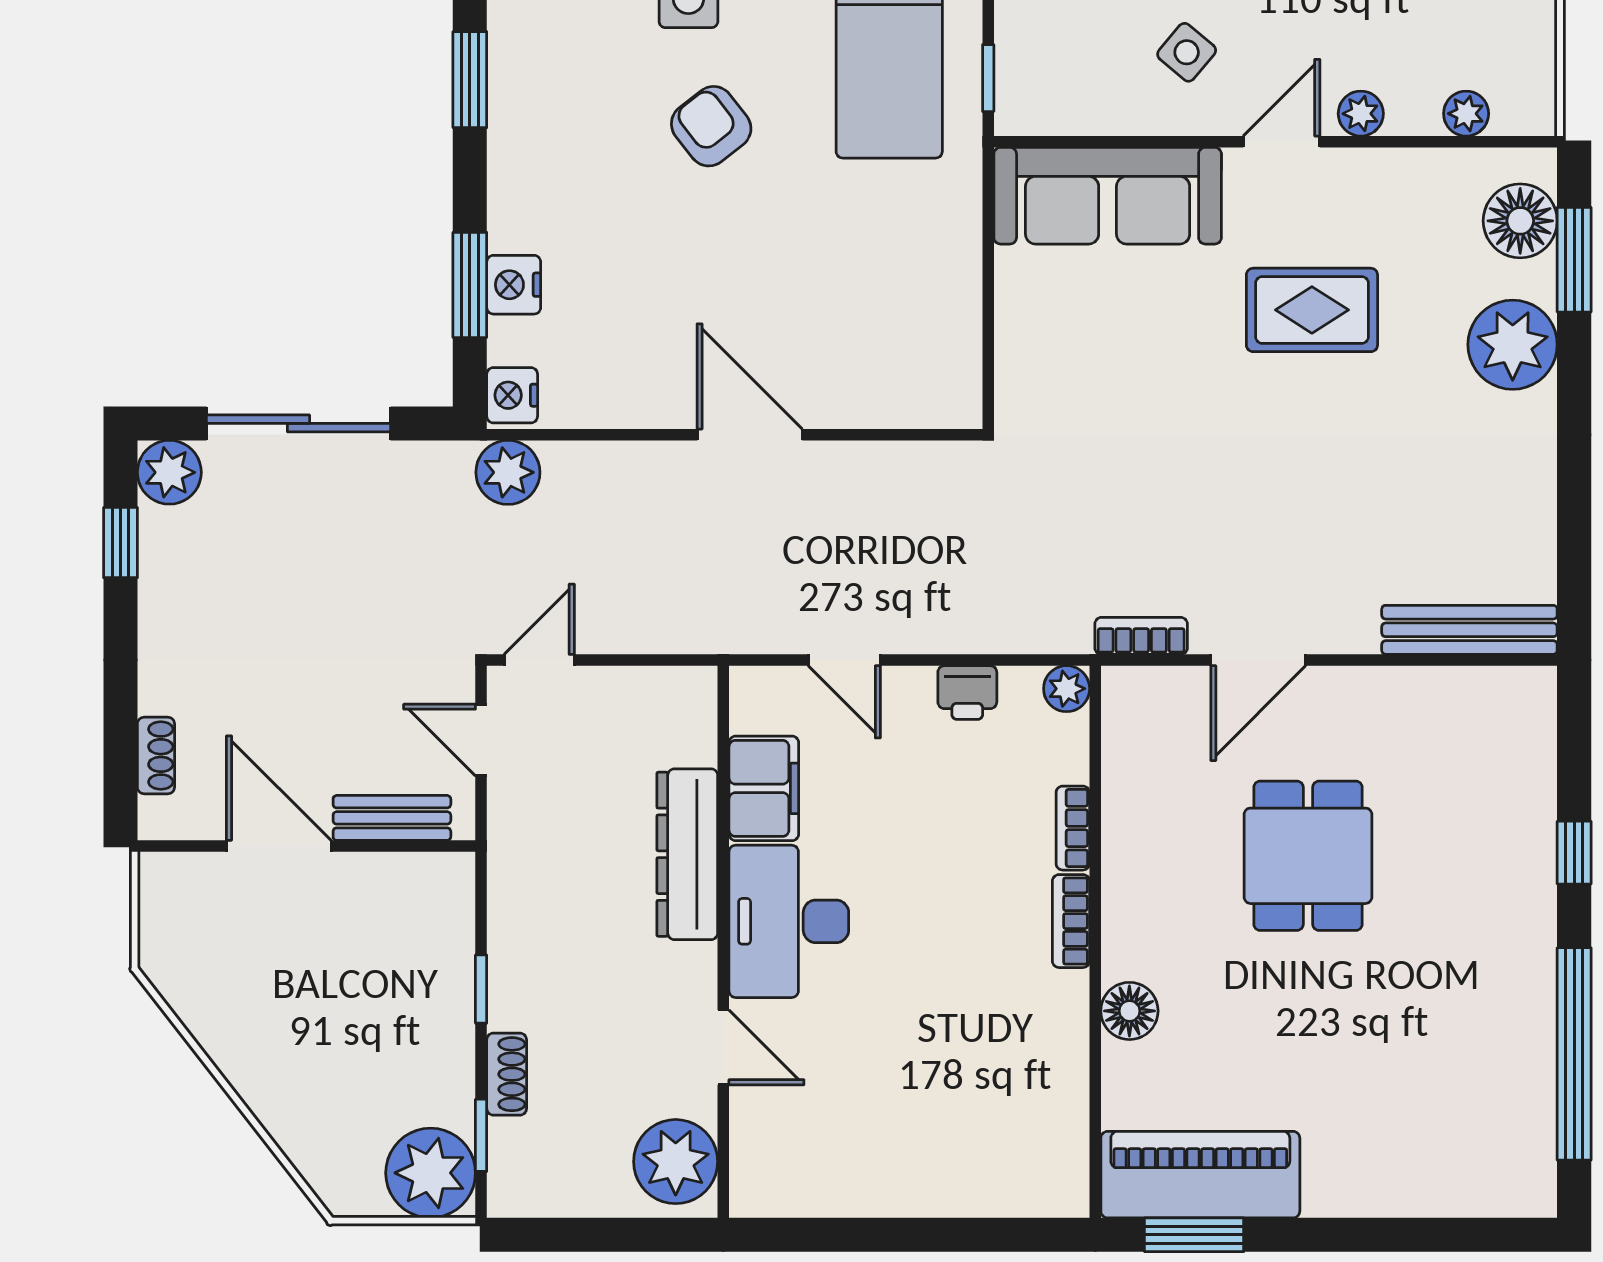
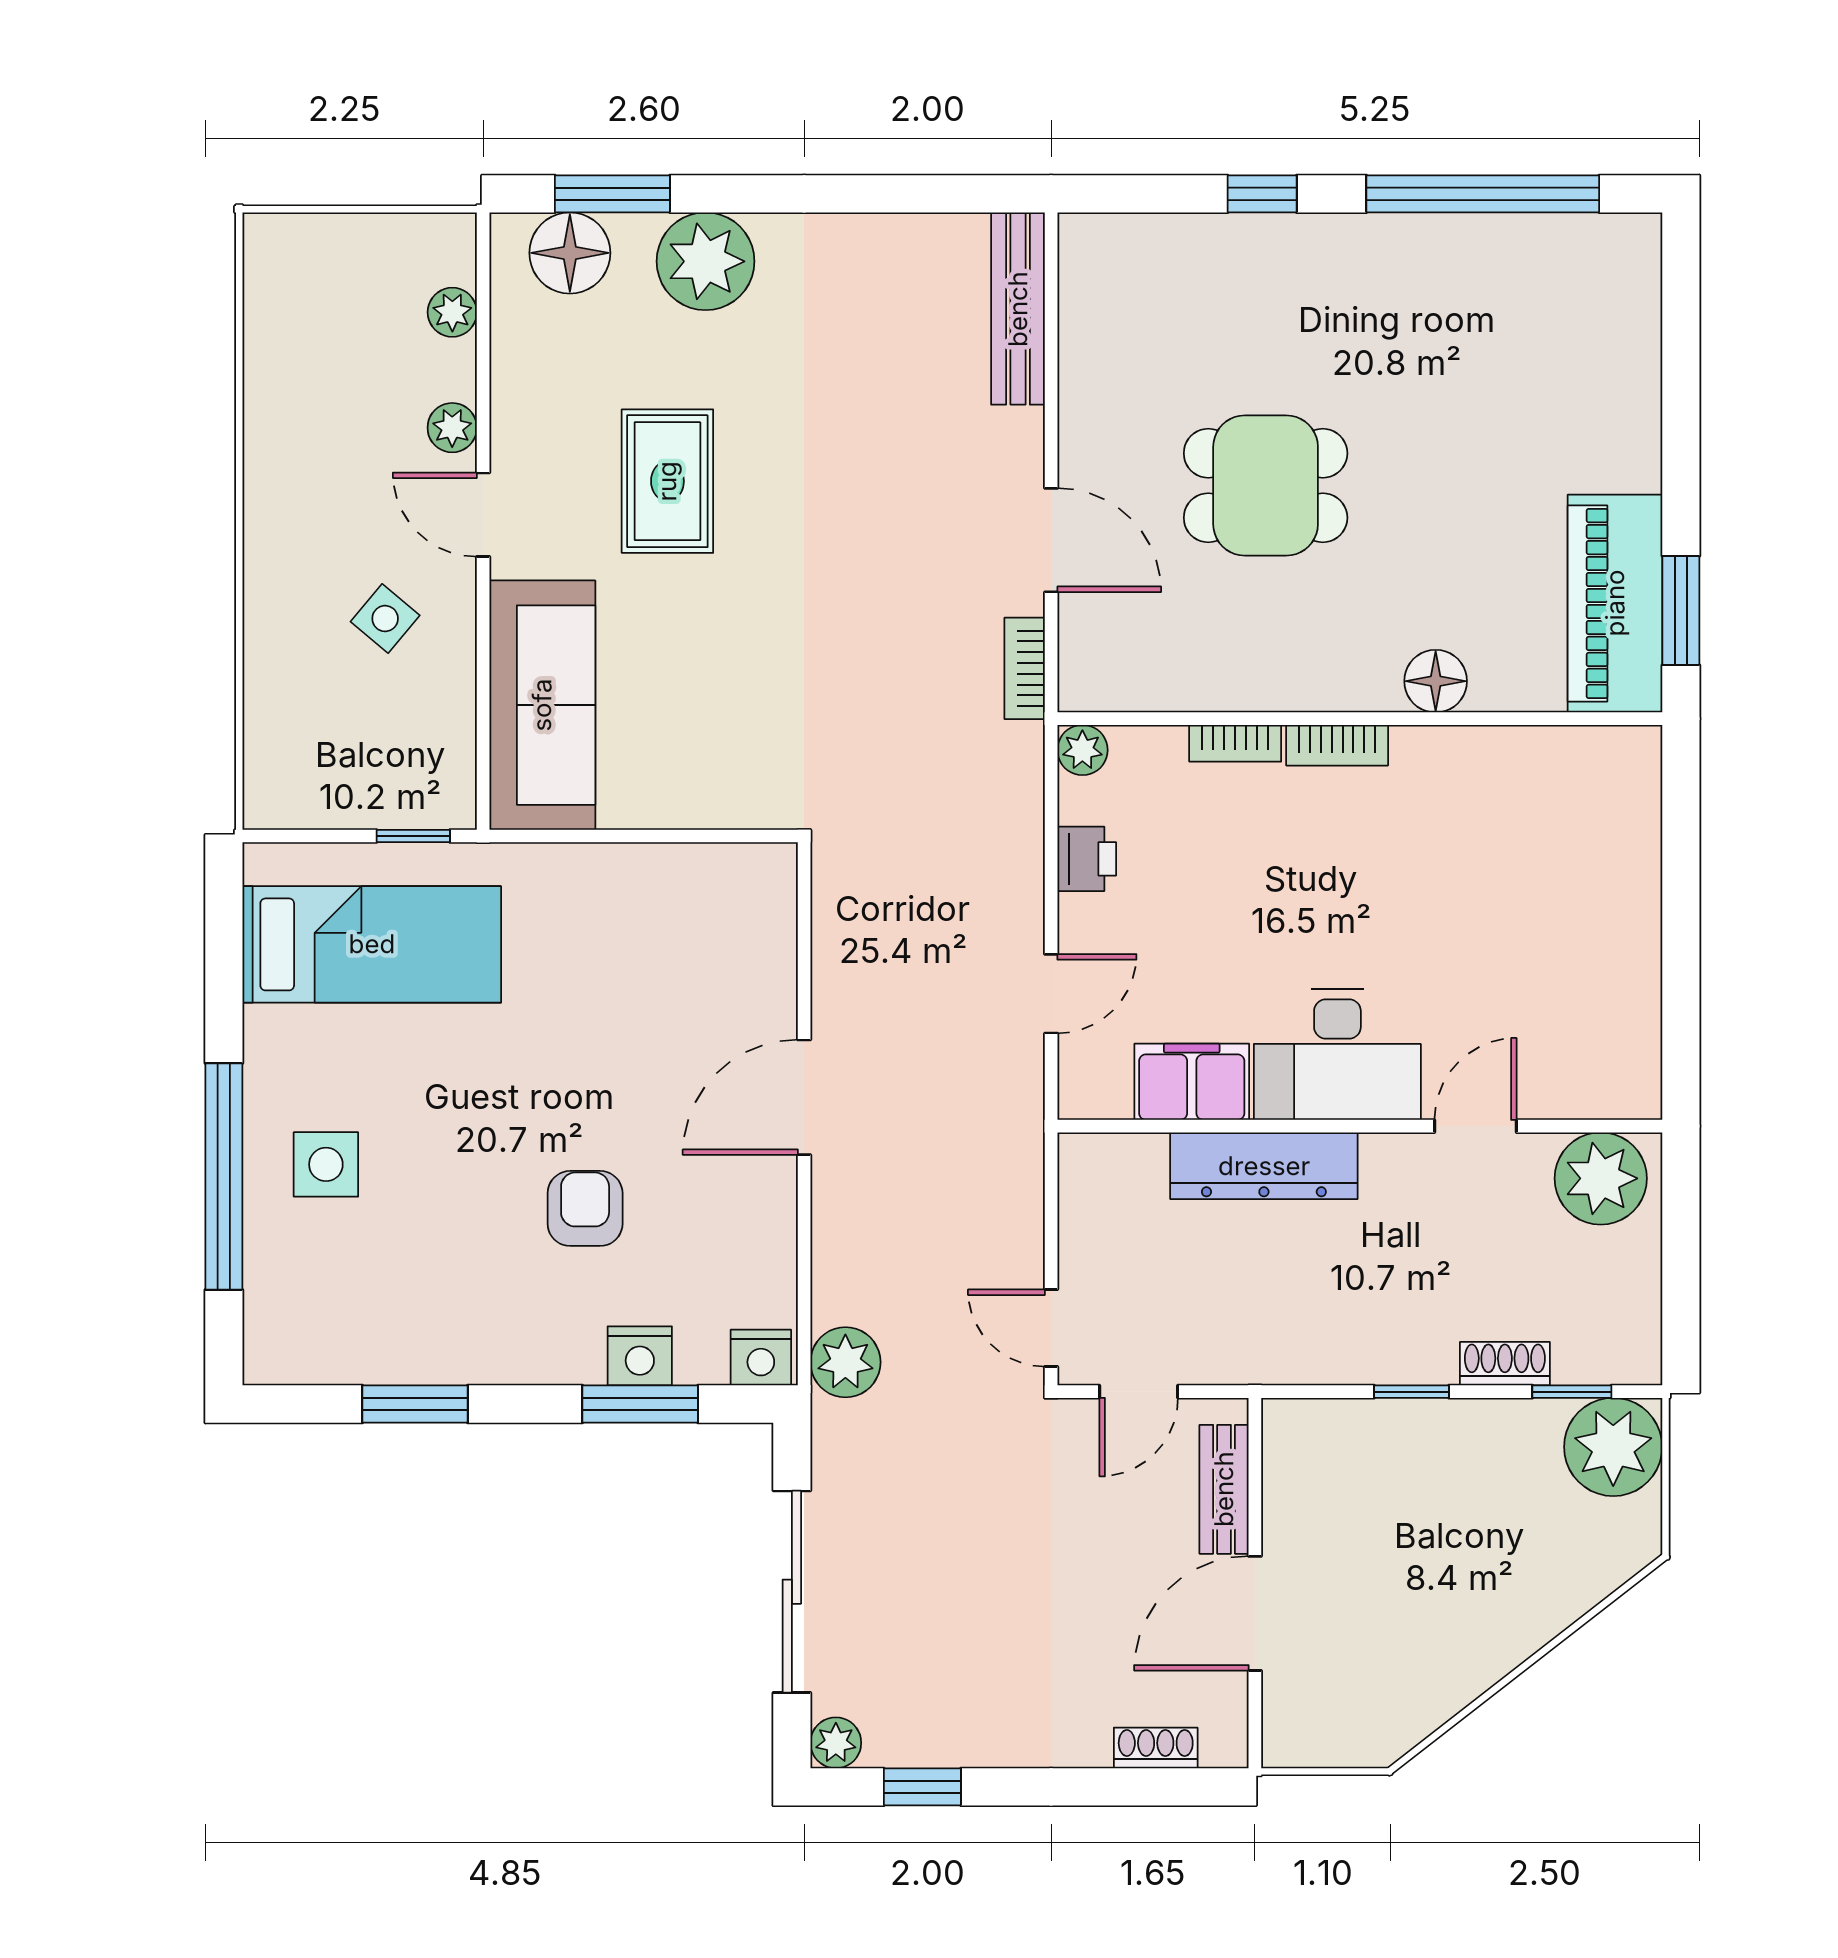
armchair: (711, 126) -> (585, 1208), moved, turned 128
plant: (169, 472) -> (836, 1743), width x0.73, depth x0.73

